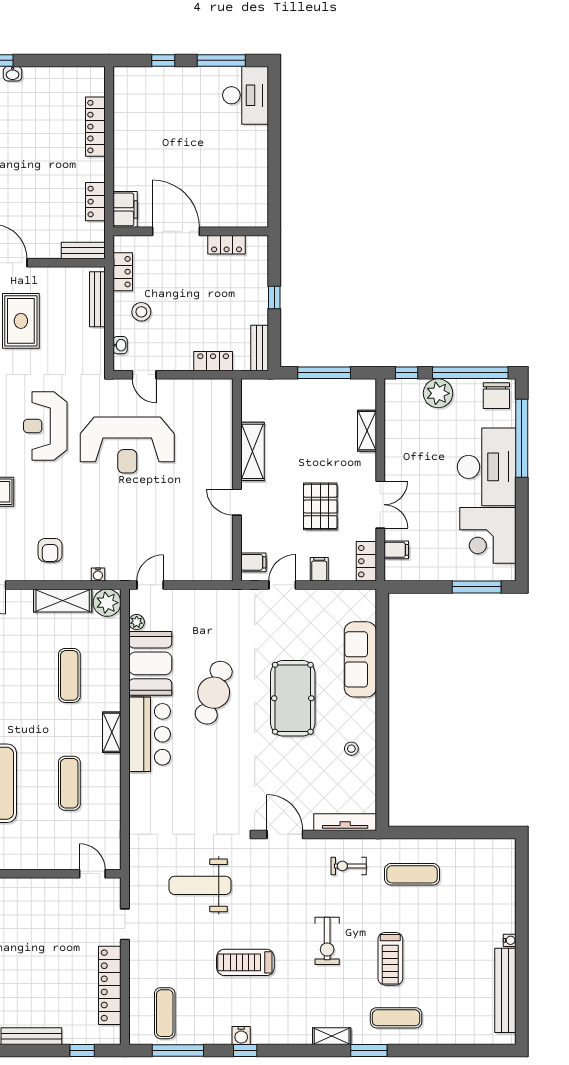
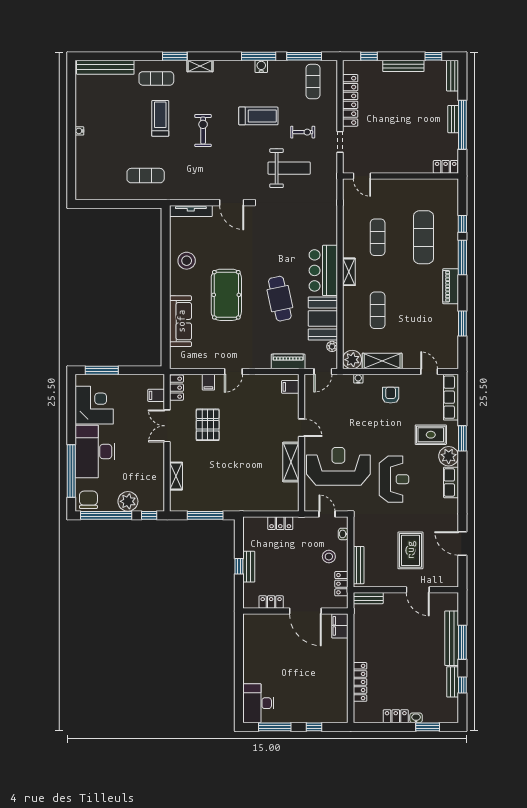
locker: (95, 202) -> (396, 716), moved, turned -90
bench: (260, 348) -> (249, 567), moved
shelving: (252, 451) -> (291, 462), moved
wall: (237, 480) -> (301, 443), moved
door: (237, 502) -> (301, 428), moved
filing cabinet: (253, 562) -> (290, 387), moved
piano: (202, 600) -> (288, 361), added
cafe table: (214, 693) -> (280, 299), turned -31
stool: (351, 749) -> (187, 261), width x1.89, depth x1.89
exercise bike: (349, 866) -> (303, 132), moved
bench: (505, 990) -> (105, 67), moved, turned 90
window: (245, 1051) -> (259, 56), width x2.17

